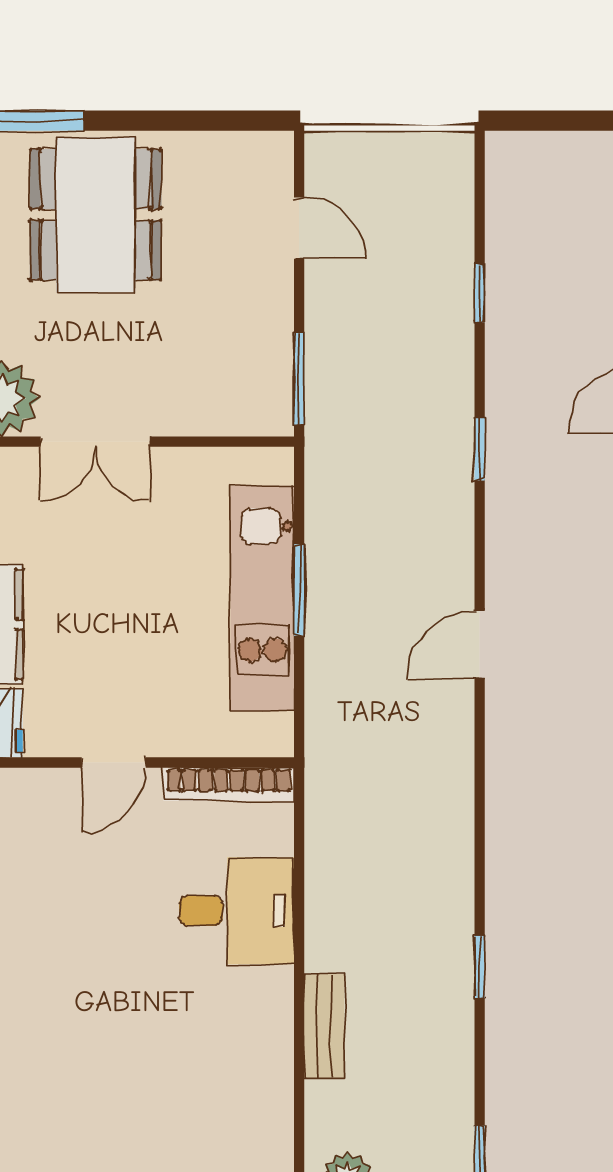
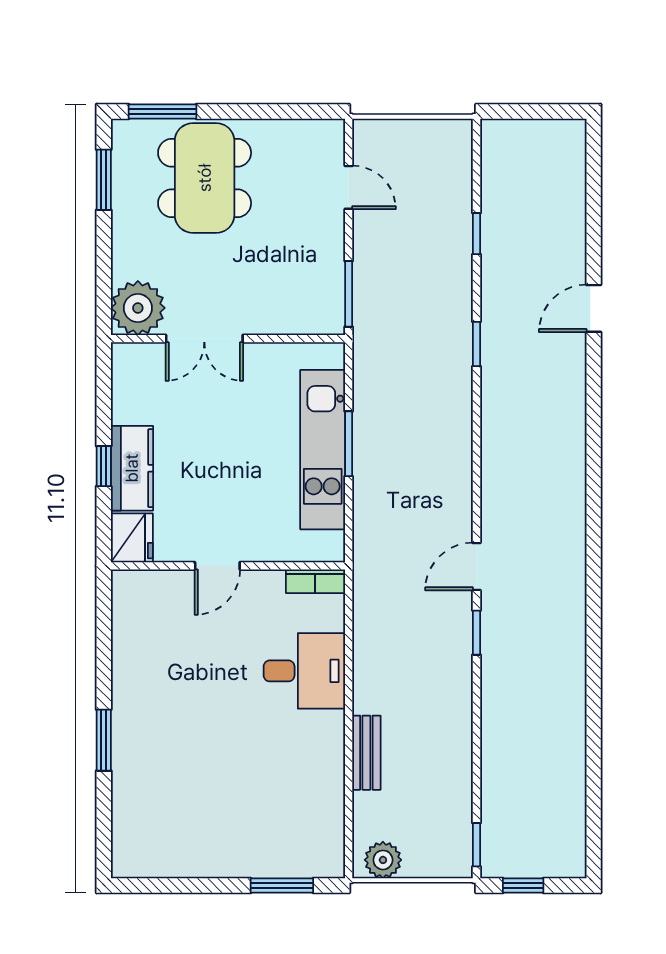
door: (480, 644) -> (476, 567), moved
bookcase: (229, 784) -> (315, 581), width x0.64
window: (480, 967) -> (476, 633), moved

